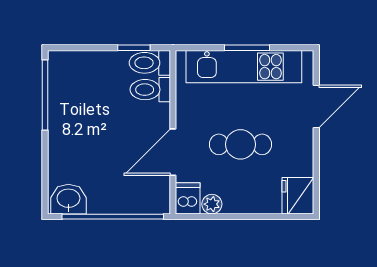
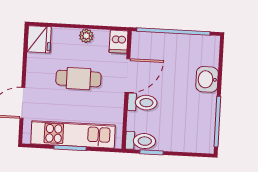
toilet: (150, 90) -> (142, 102), moved
washbasin: (68, 199) -> (207, 79), moved, turned 90
plant: (212, 204) -> (86, 36), moved

